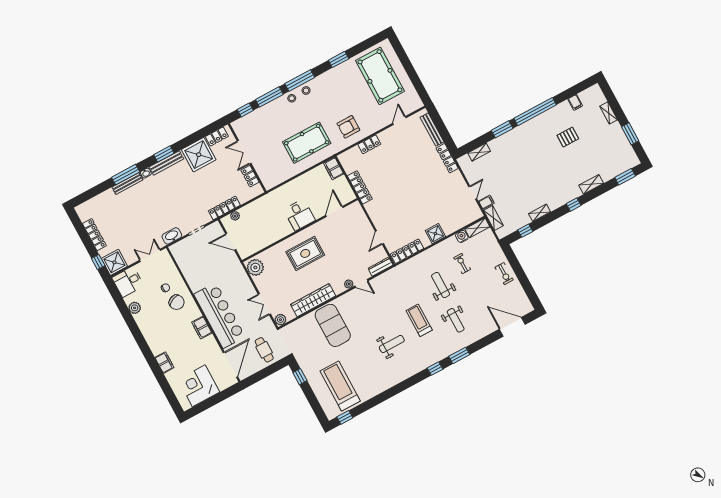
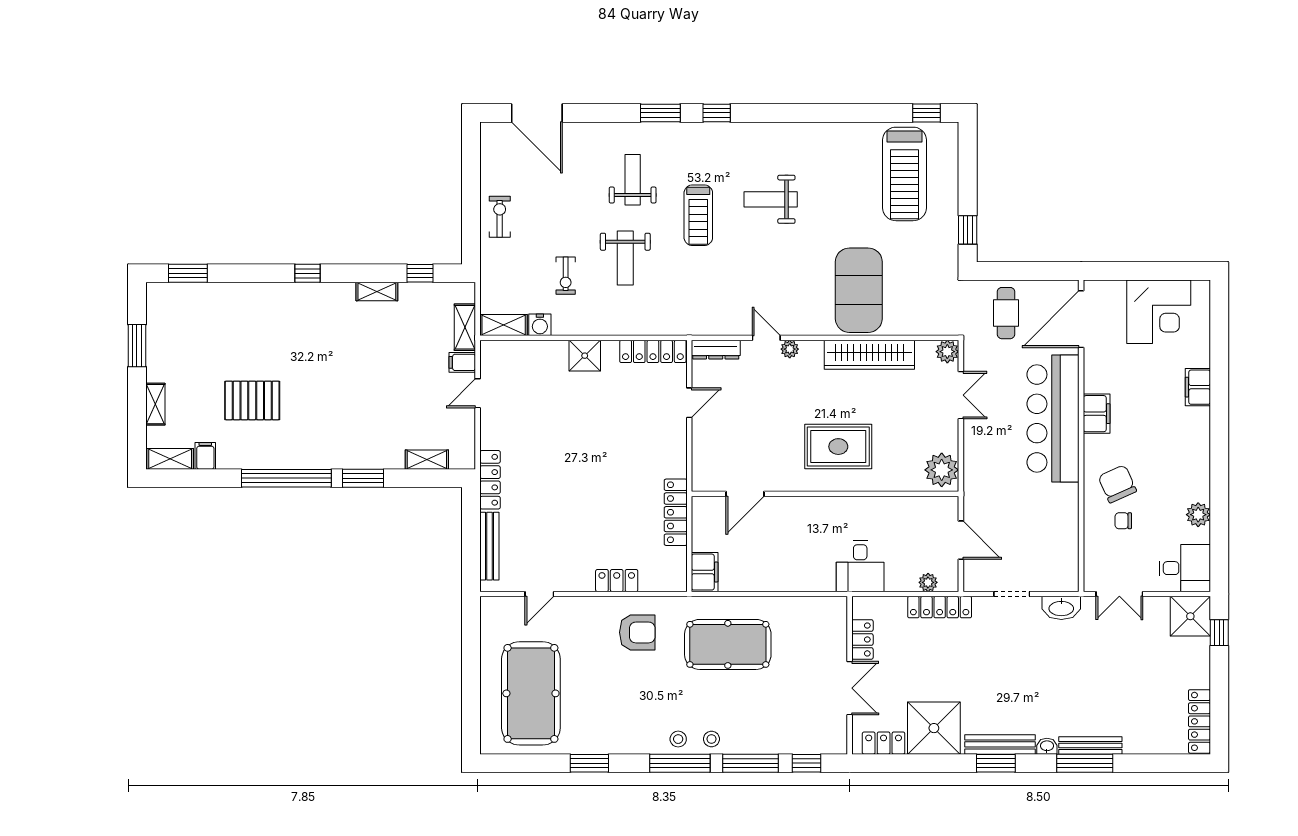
pallet: (568, 137) -> (252, 400), width x1.50, depth x1.42
shelving: (591, 184) -> (170, 459), moved
desk: (299, 215) -> (860, 566), moved, turned 180
locker: (94, 235) -> (1199, 721), moved

